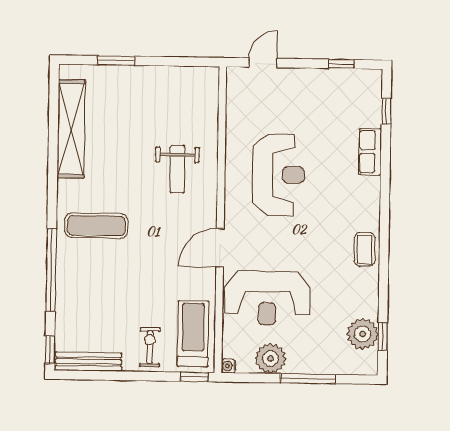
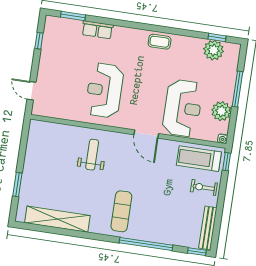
window: (386, 111) -> (73, 16), width x1.50
weight bench: (177, 169) -> (92, 155), turned -90
reception desk: (279, 175) -> (104, 90), turned -90

